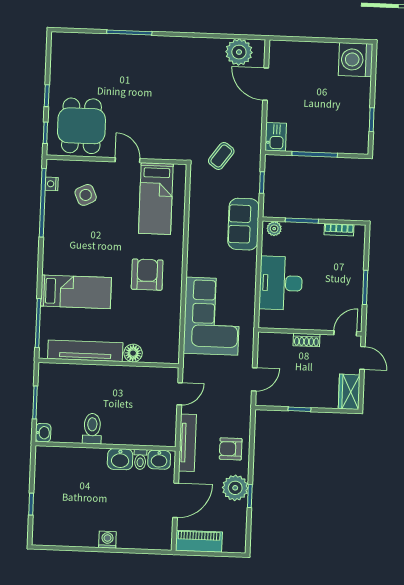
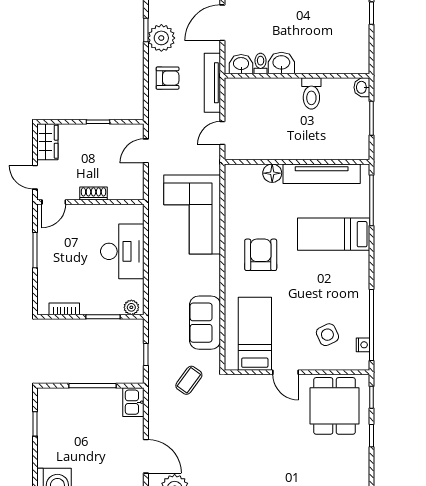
sofa: (243, 224) -> (205, 323), moved, turned 180
armchair: (147, 275) -> (261, 255), turned 180

